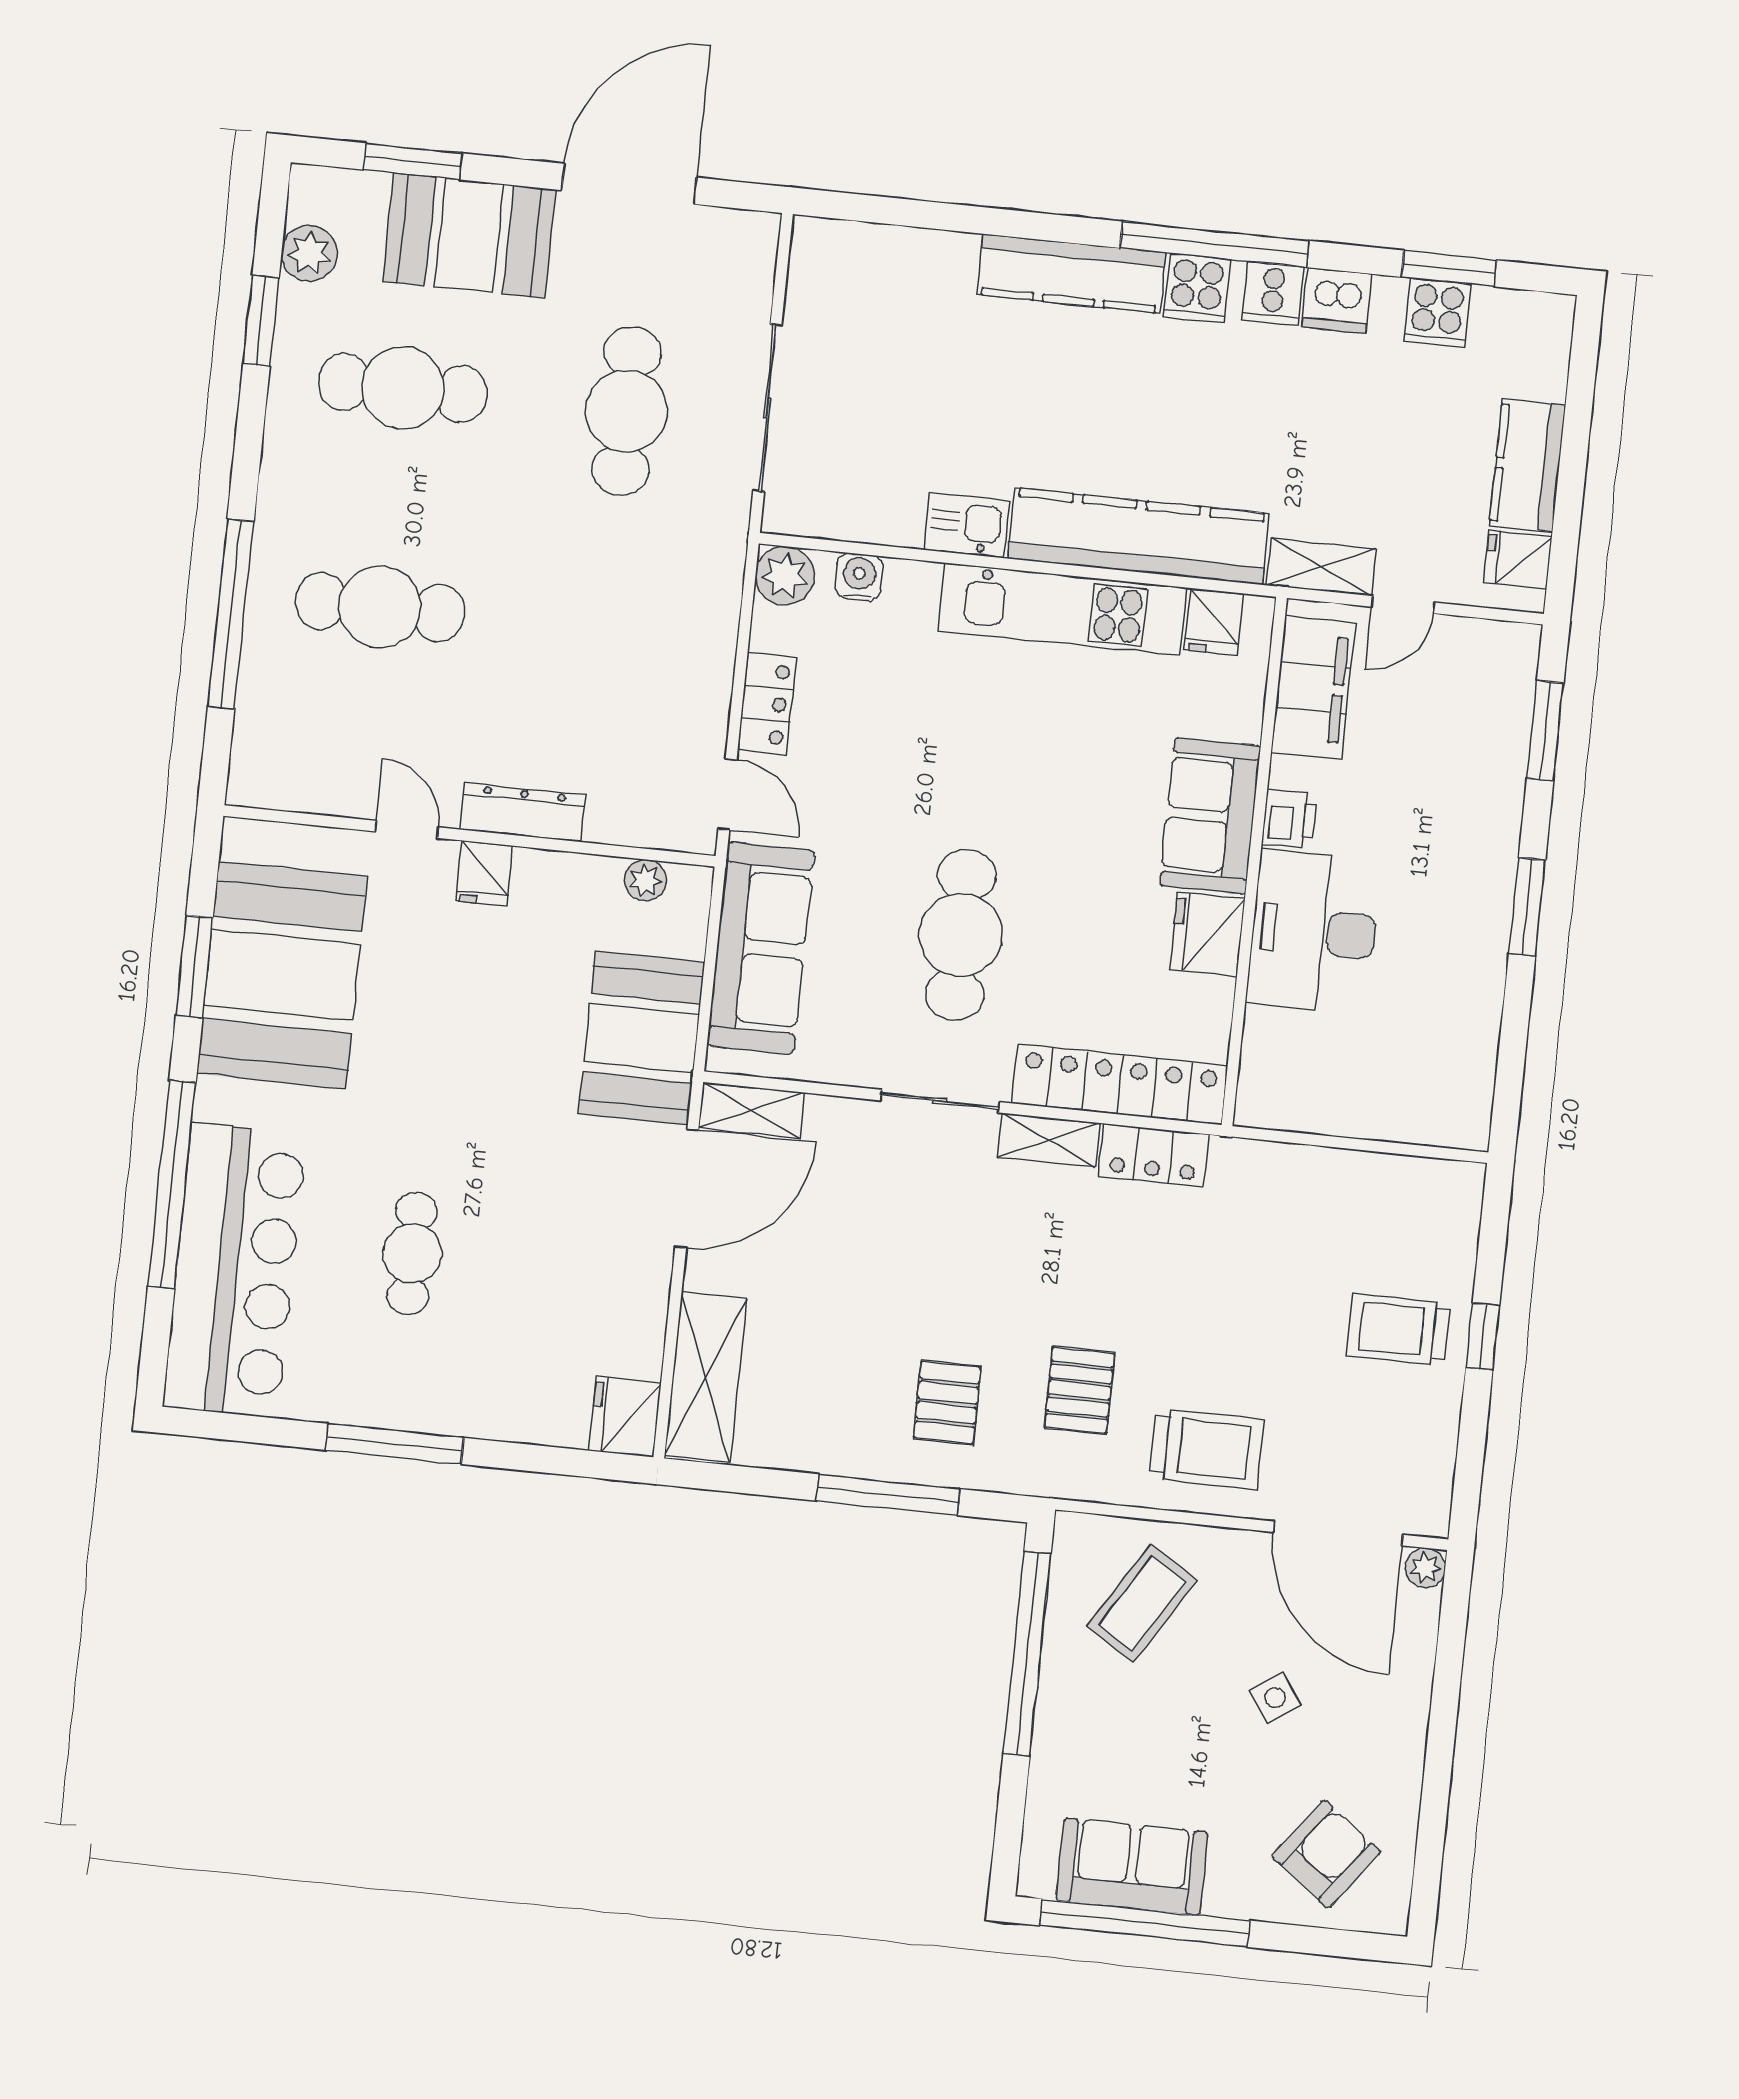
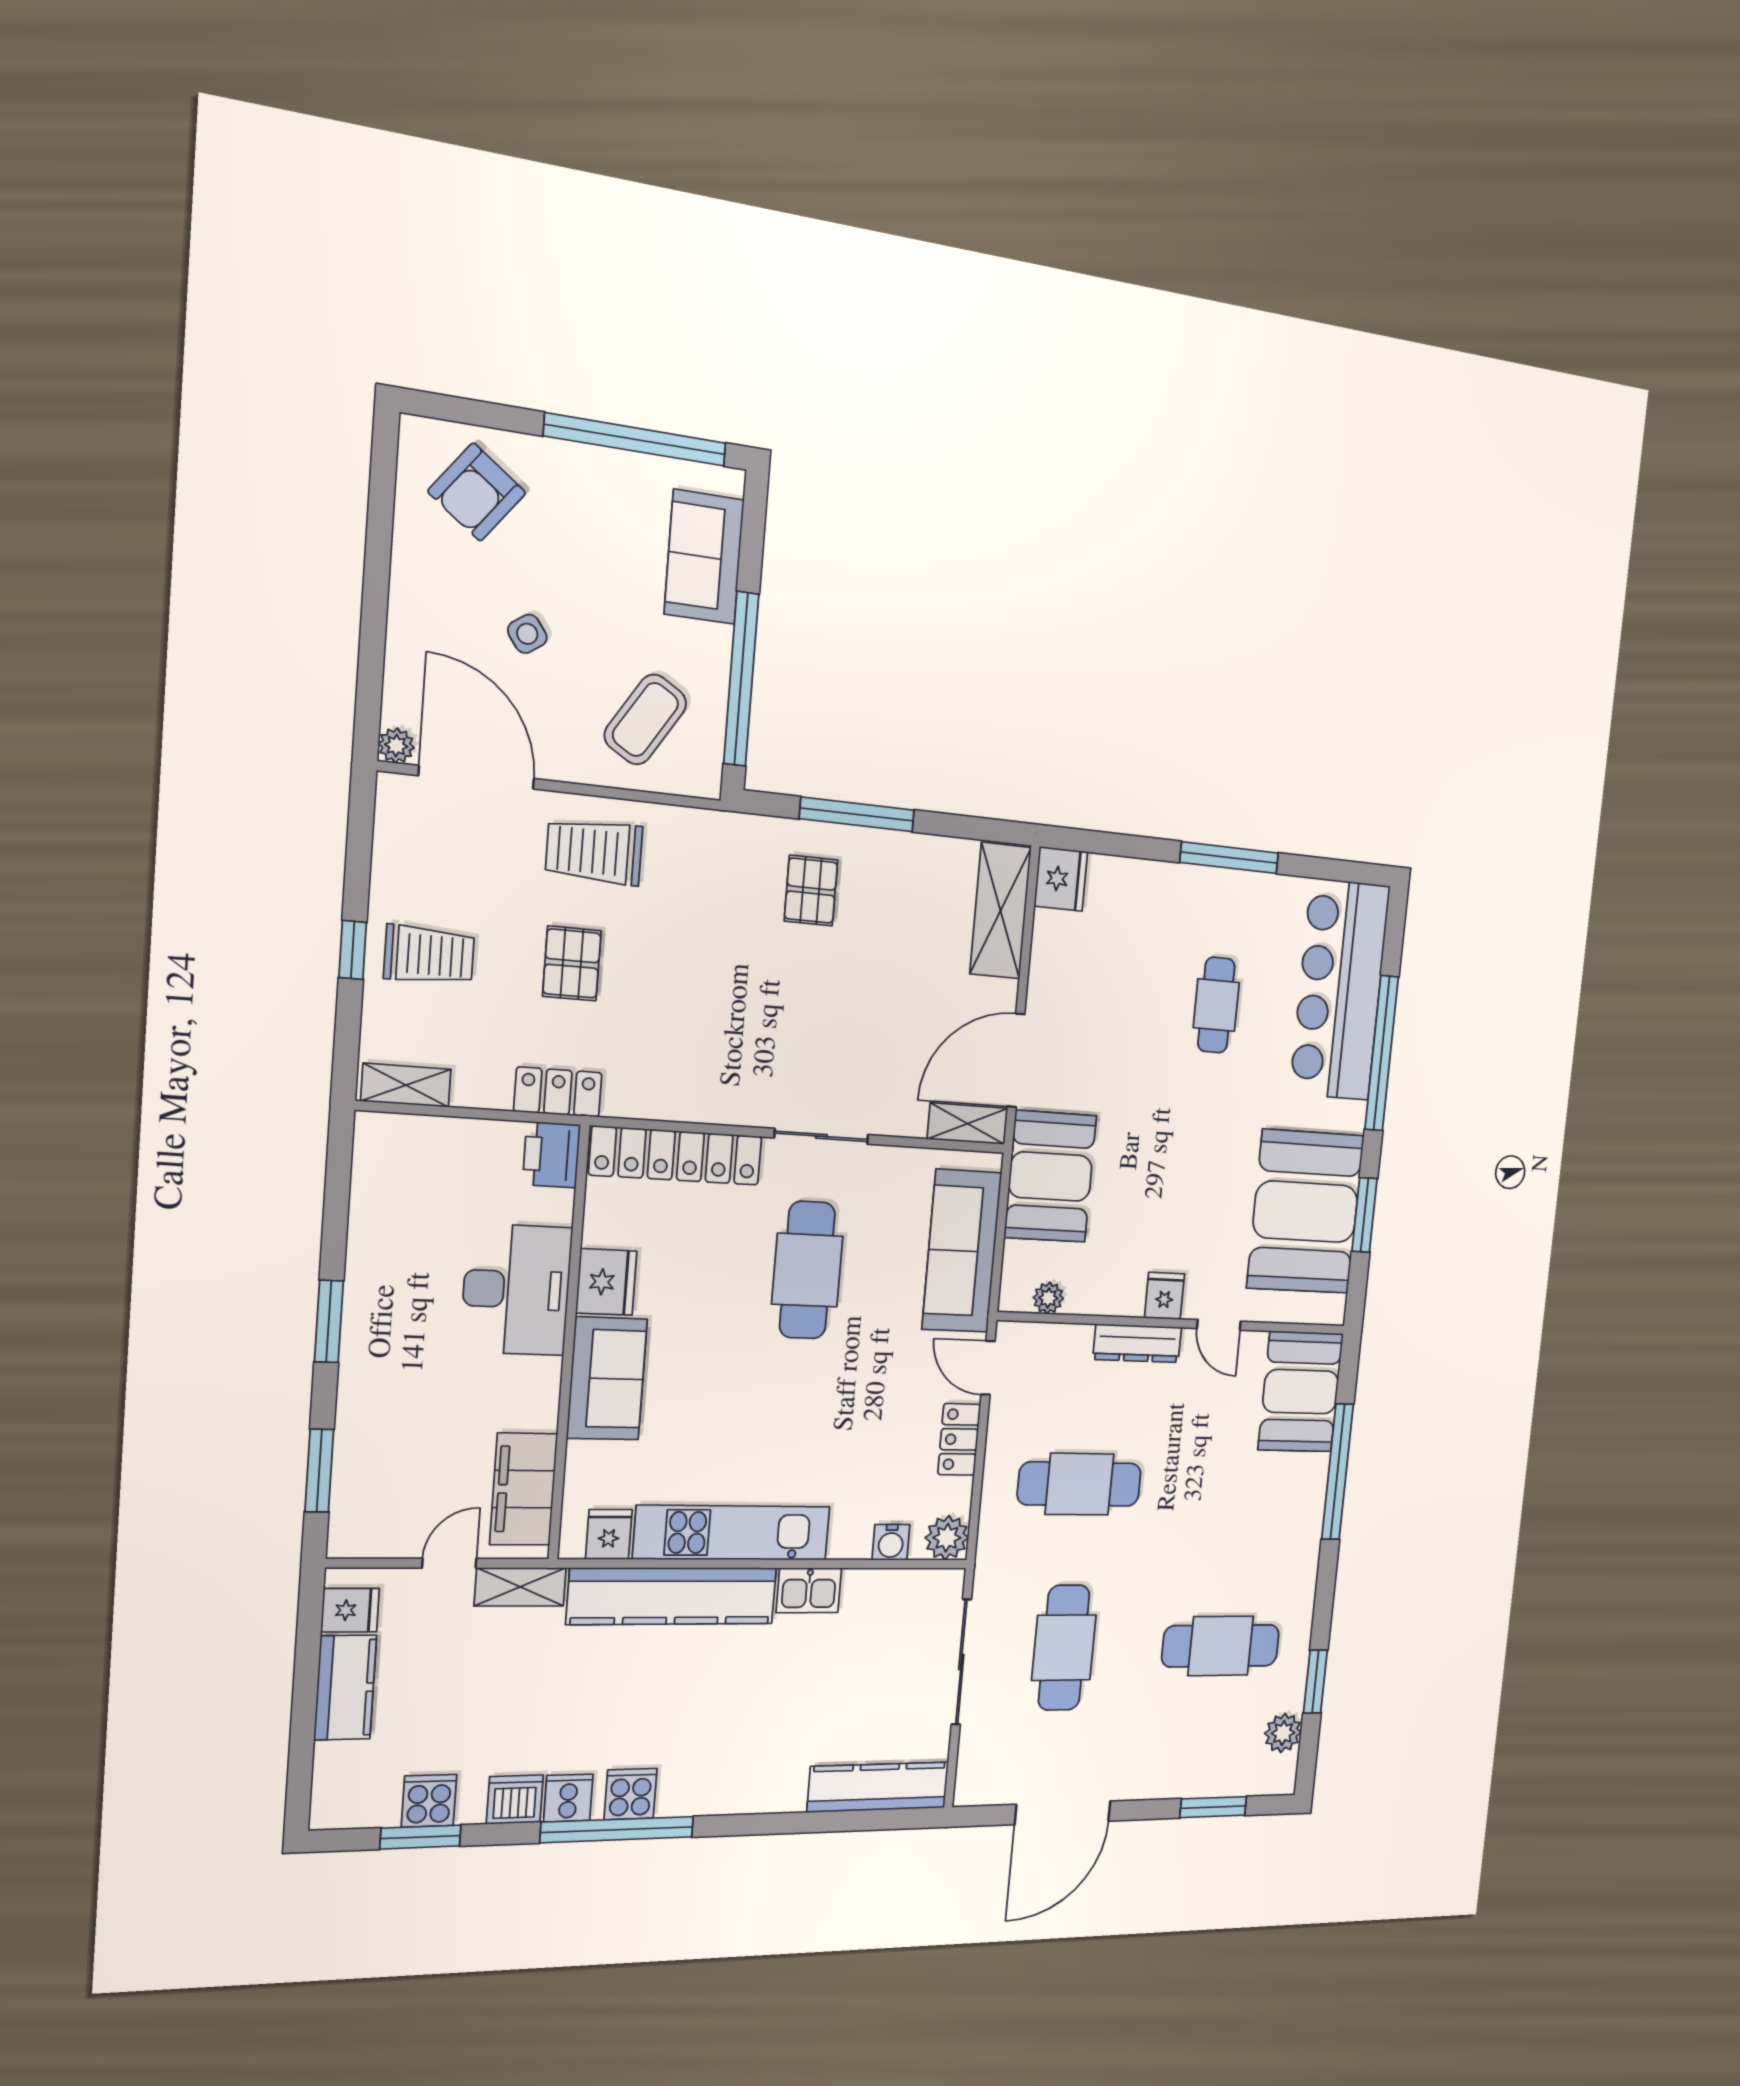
booth: (469, 235) -> (1301, 1392), moved, turned 90
kitchen counter: (1071, 273) -> (878, 1787), moved
cafe table: (380, 607) -> (1079, 1484), moved
printer: (1289, 819) -> (551, 1155), moved, width x1.36, depth x1.24
shelving: (1048, 1140) -> (406, 1085), moved
locker: (1153, 1155) -> (558, 1092), moved
pallet: (1079, 1390) -> (572, 963), moved
sofa: (1132, 1866) -> (704, 557), moved, turned 90

